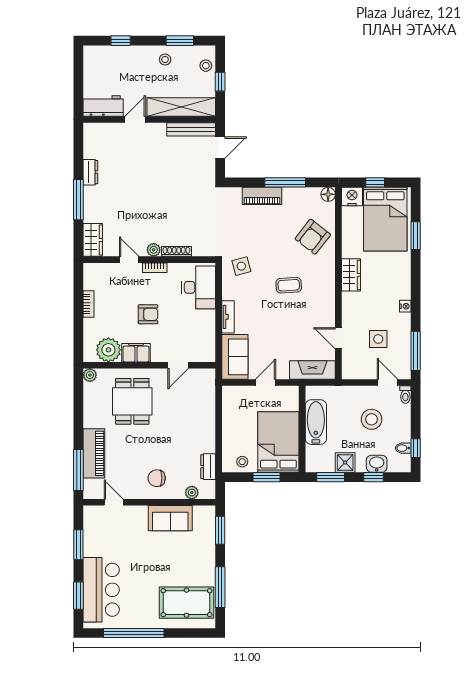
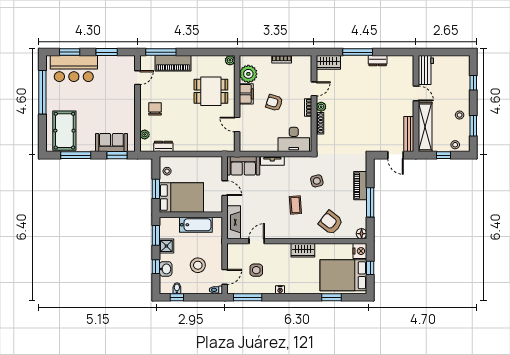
side table: (241, 266) -> (317, 181), moved
armchair: (148, 314) -> (274, 103), turned 108
sofa: (170, 518) -> (111, 142), moved, turned 90

